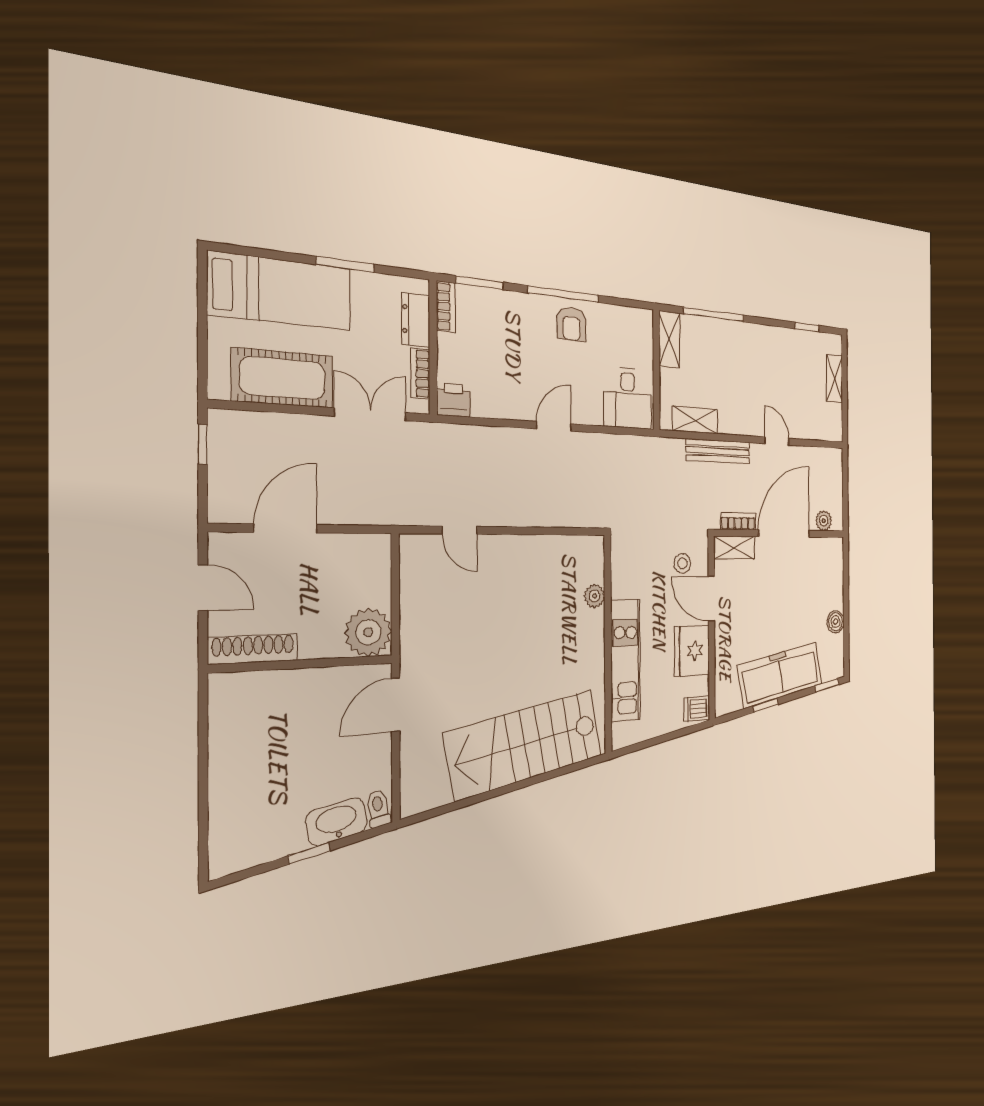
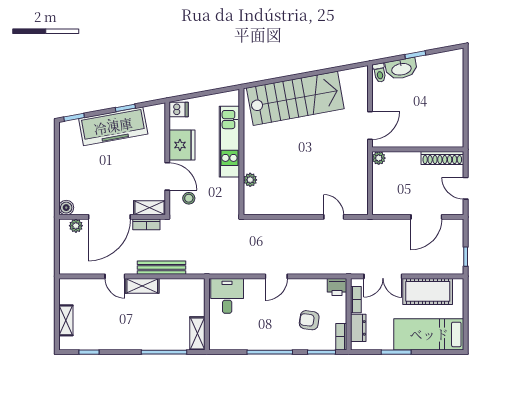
armchair: (571, 324) -> (309, 320), moved, turned -82
shelving: (695, 420) -> (142, 286), moved
boiler: (836, 622) -> (66, 208), moved
plant: (368, 632) -> (379, 158), width x0.53, depth x0.53

